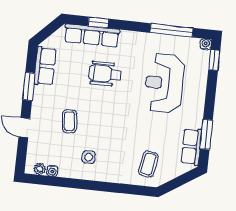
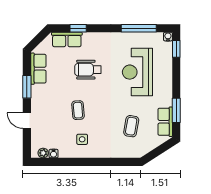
row of seats: (92, 36) -> (67, 39), width x0.68
coffee table: (69, 121) -> (78, 110), moved
coffee table: (148, 164) -> (131, 126), moved

